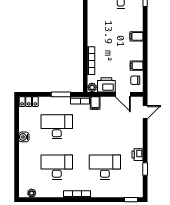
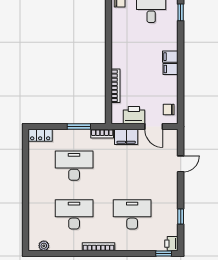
filing cabinet: (137, 66) -> (170, 69), moved
plant: (92, 87) -> (117, 118), removed
filing cabinet: (95, 103) -> (126, 137), width x2.00
door: (145, 112) -> (181, 164), moved
water cooler: (24, 137) -> (34, 178), removed
printer: (137, 155) -> (171, 244), moved

